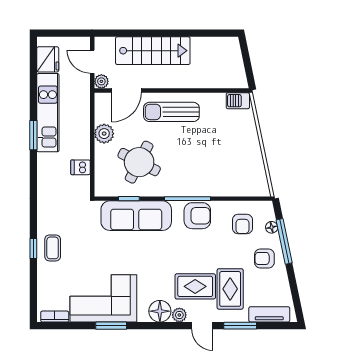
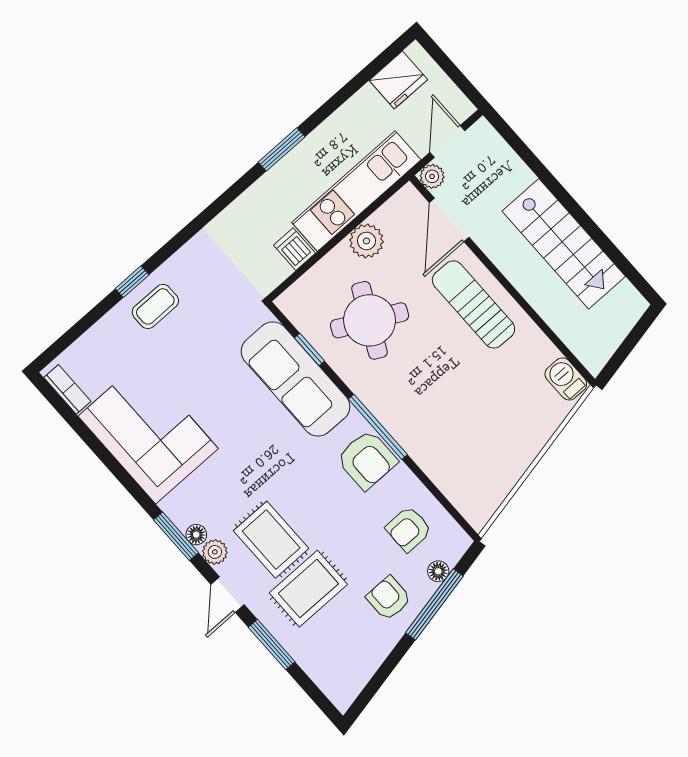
stairs: (153, 51) -> (564, 244), moved
door: (126, 90) -> (449, 220), hinge flipped
kitchen unit: (48, 113) -> (356, 191), moved, turned 180
floor lamp: (160, 311) -> (196, 535), width x0.53, depth x0.53
tv unit: (269, 314) -> (321, 670), removed
window: (111, 326) -> (176, 536), moved

